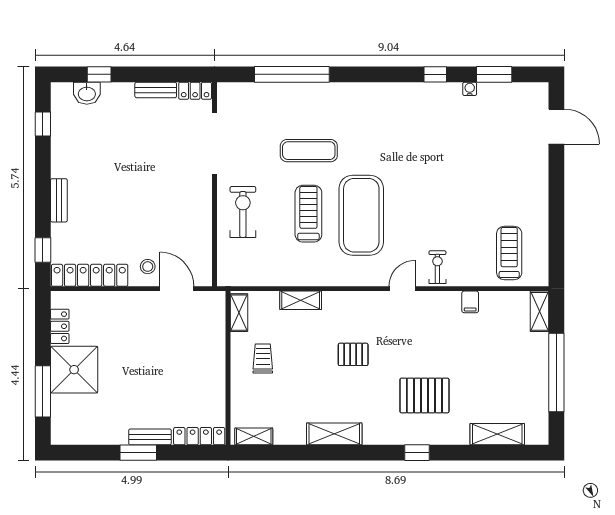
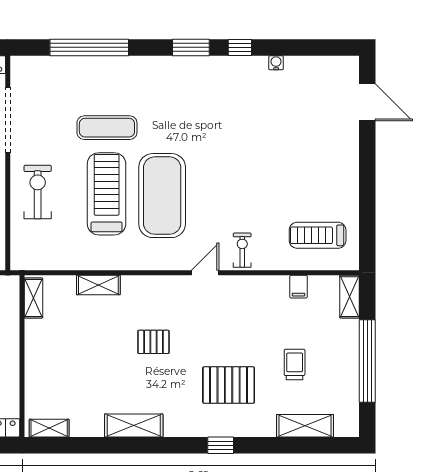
window: (494, 74) -> (191, 47), moved
treadmill: (308, 214) -> (107, 194), width x1.37, depth x1.37
treadmill: (509, 253) -> (318, 235), turned -90
filing cabinet: (470, 302) -> (299, 287), moved
trolley: (263, 358) -> (295, 365), moved

